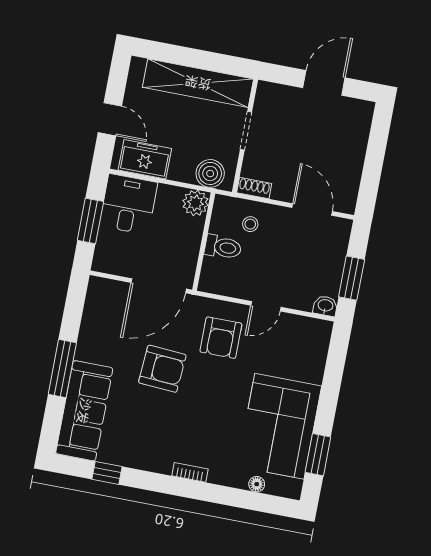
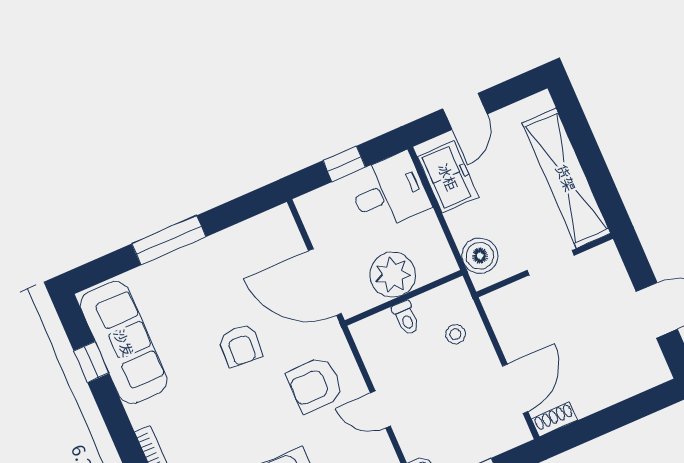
shoe rack: (254, 188) -> (554, 419), moved, turned -90
plant: (196, 203) -> (393, 275), moved, width x1.36, depth x1.36
window: (90, 221) -> (344, 164), width x0.67
toilet: (223, 247) -> (406, 318), width x0.73, depth x0.72
armchair: (162, 369) -> (240, 345), width x0.72, depth x0.72
sofa: (84, 411) -> (124, 343), moved, turned -90

